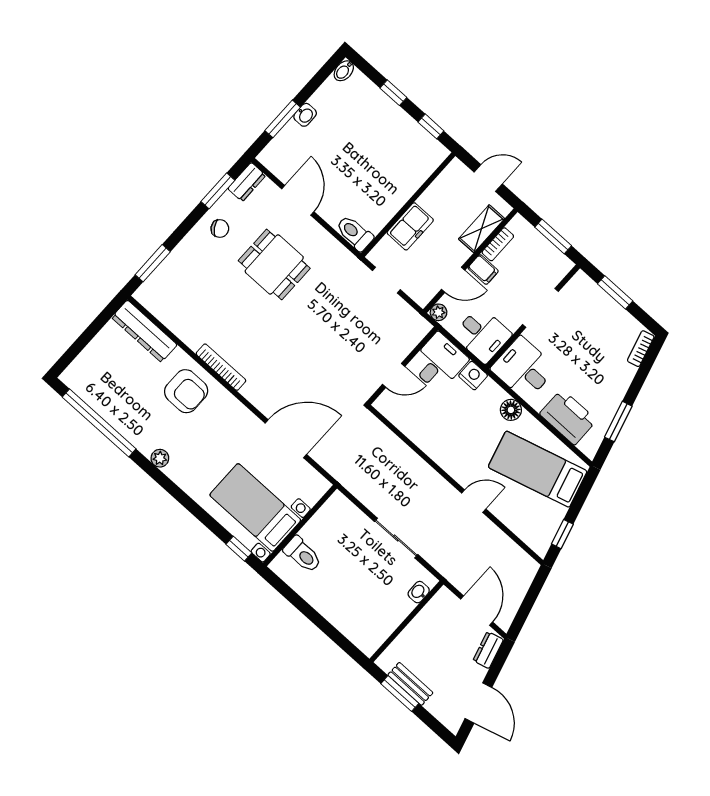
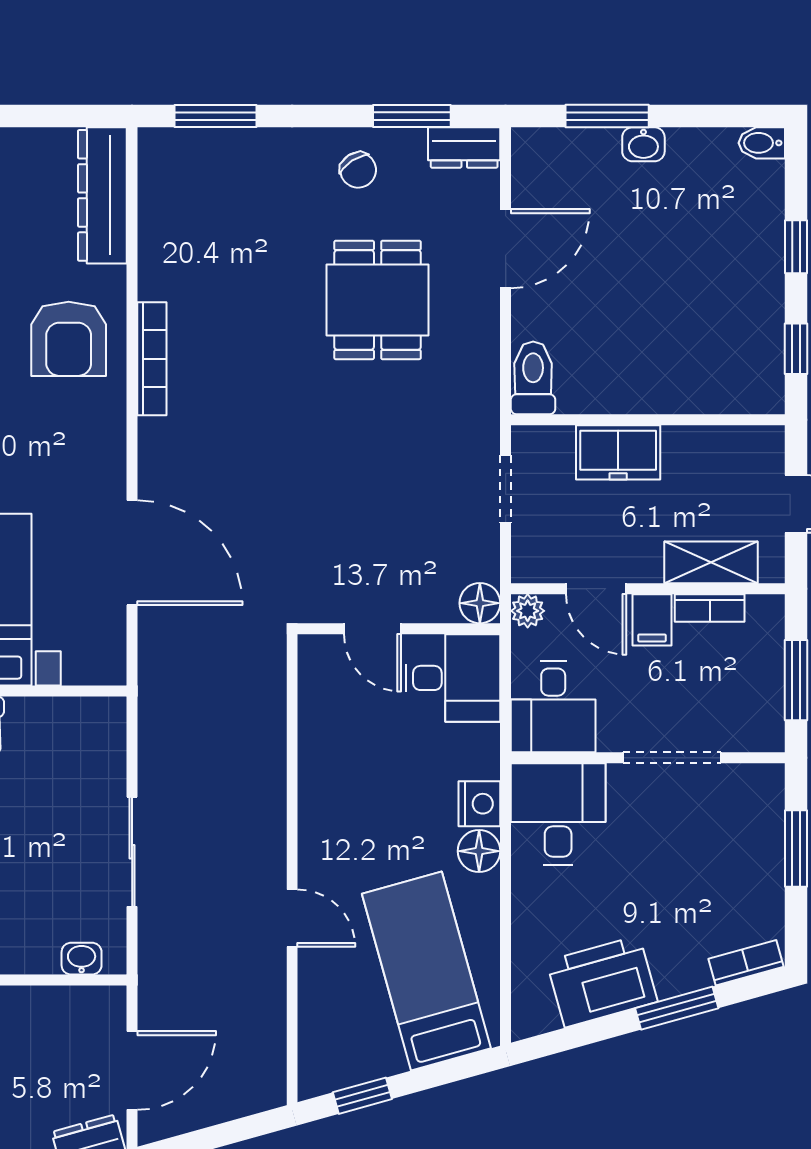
floor lamp: (420, 327) -> (480, 603), added
nightstand: (473, 376) -> (479, 804), moved
printer: (568, 417) -> (602, 981), moved, turned -106
window: (618, 422) -> (677, 1008), moved

